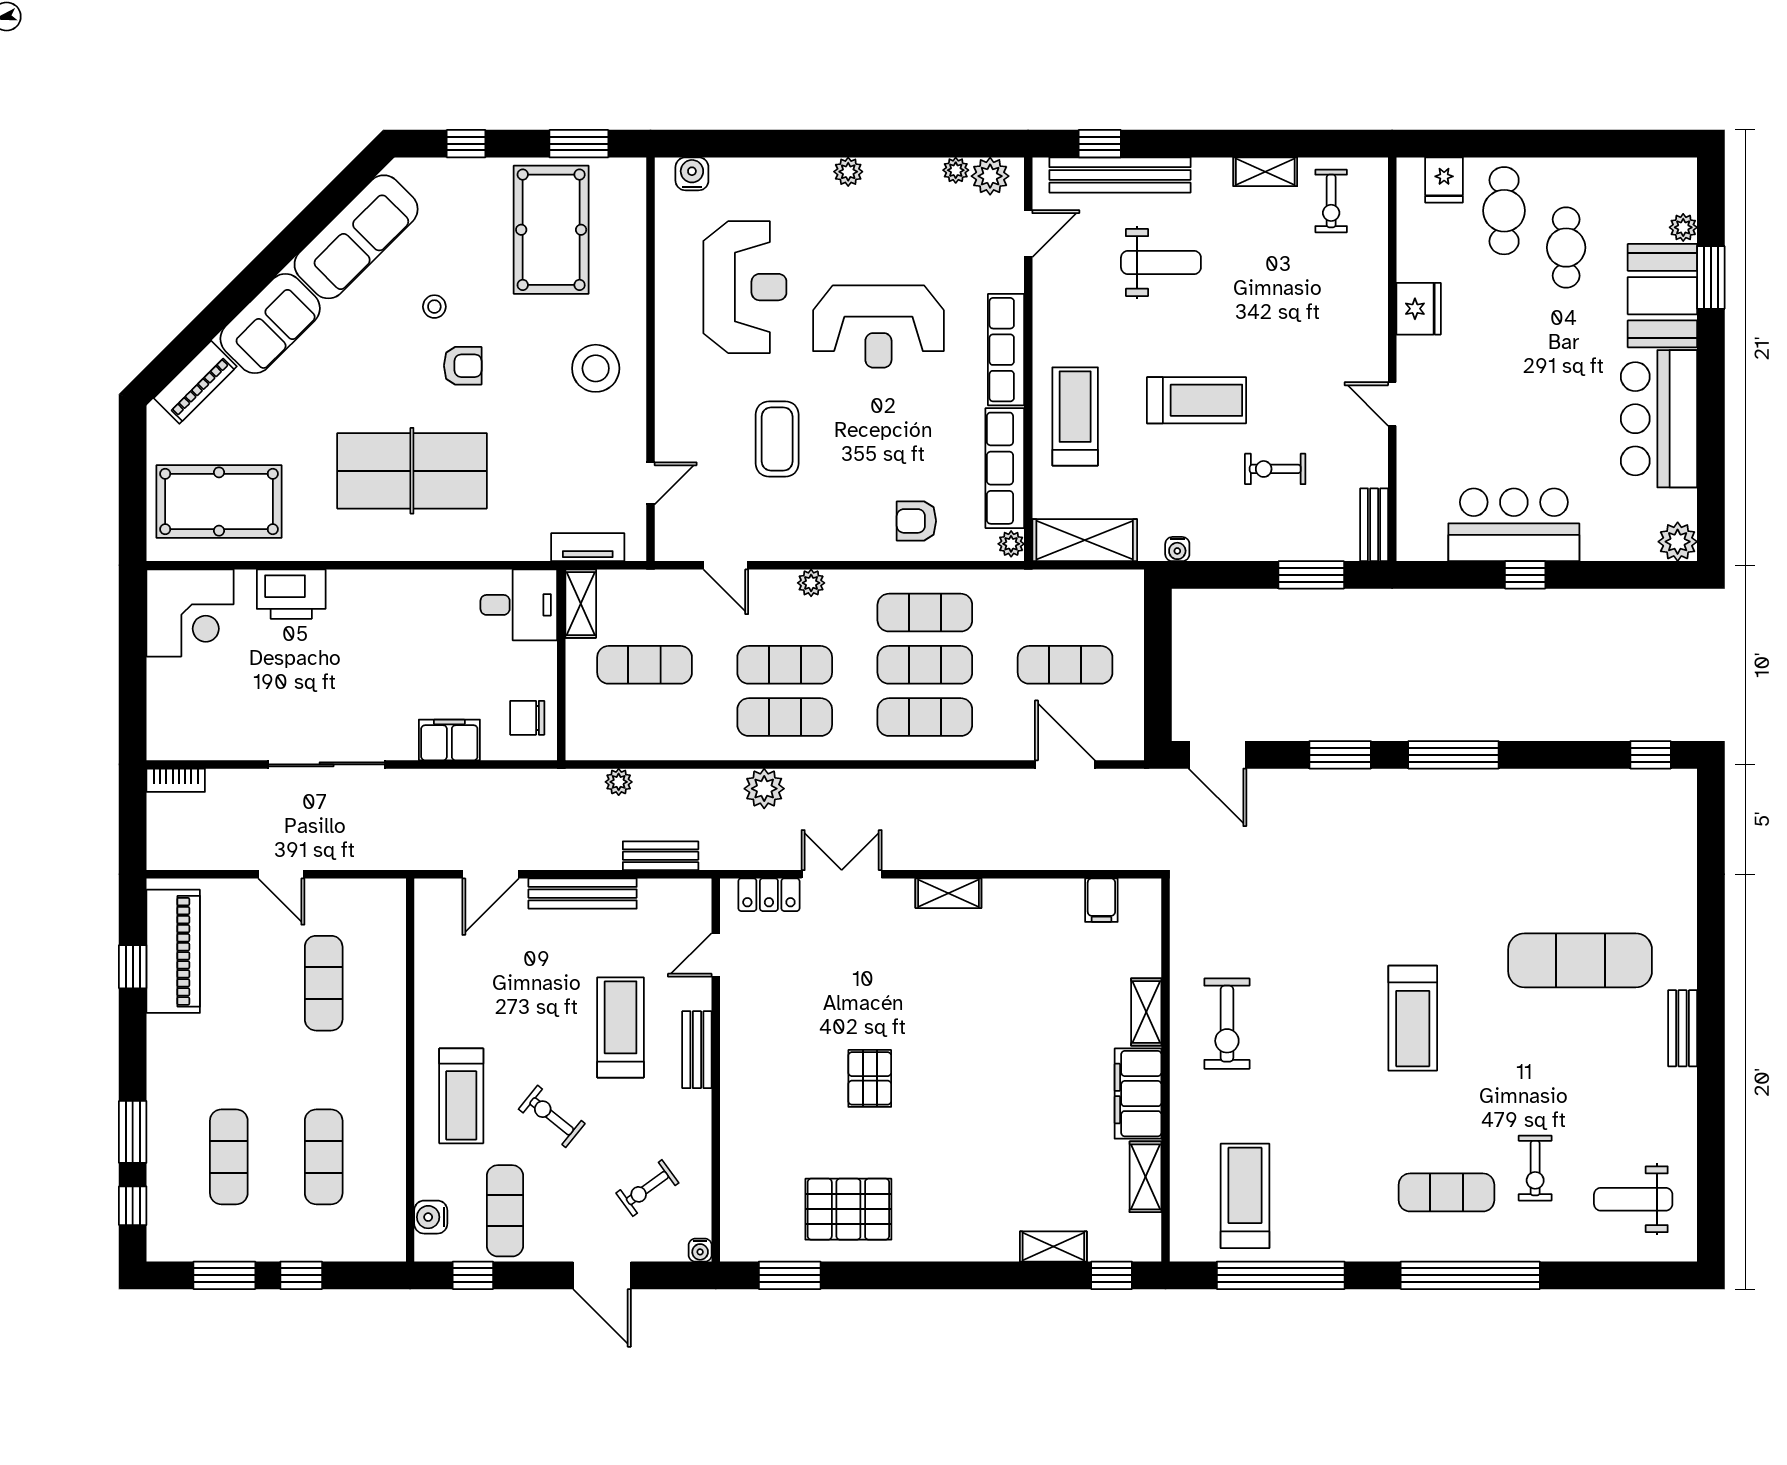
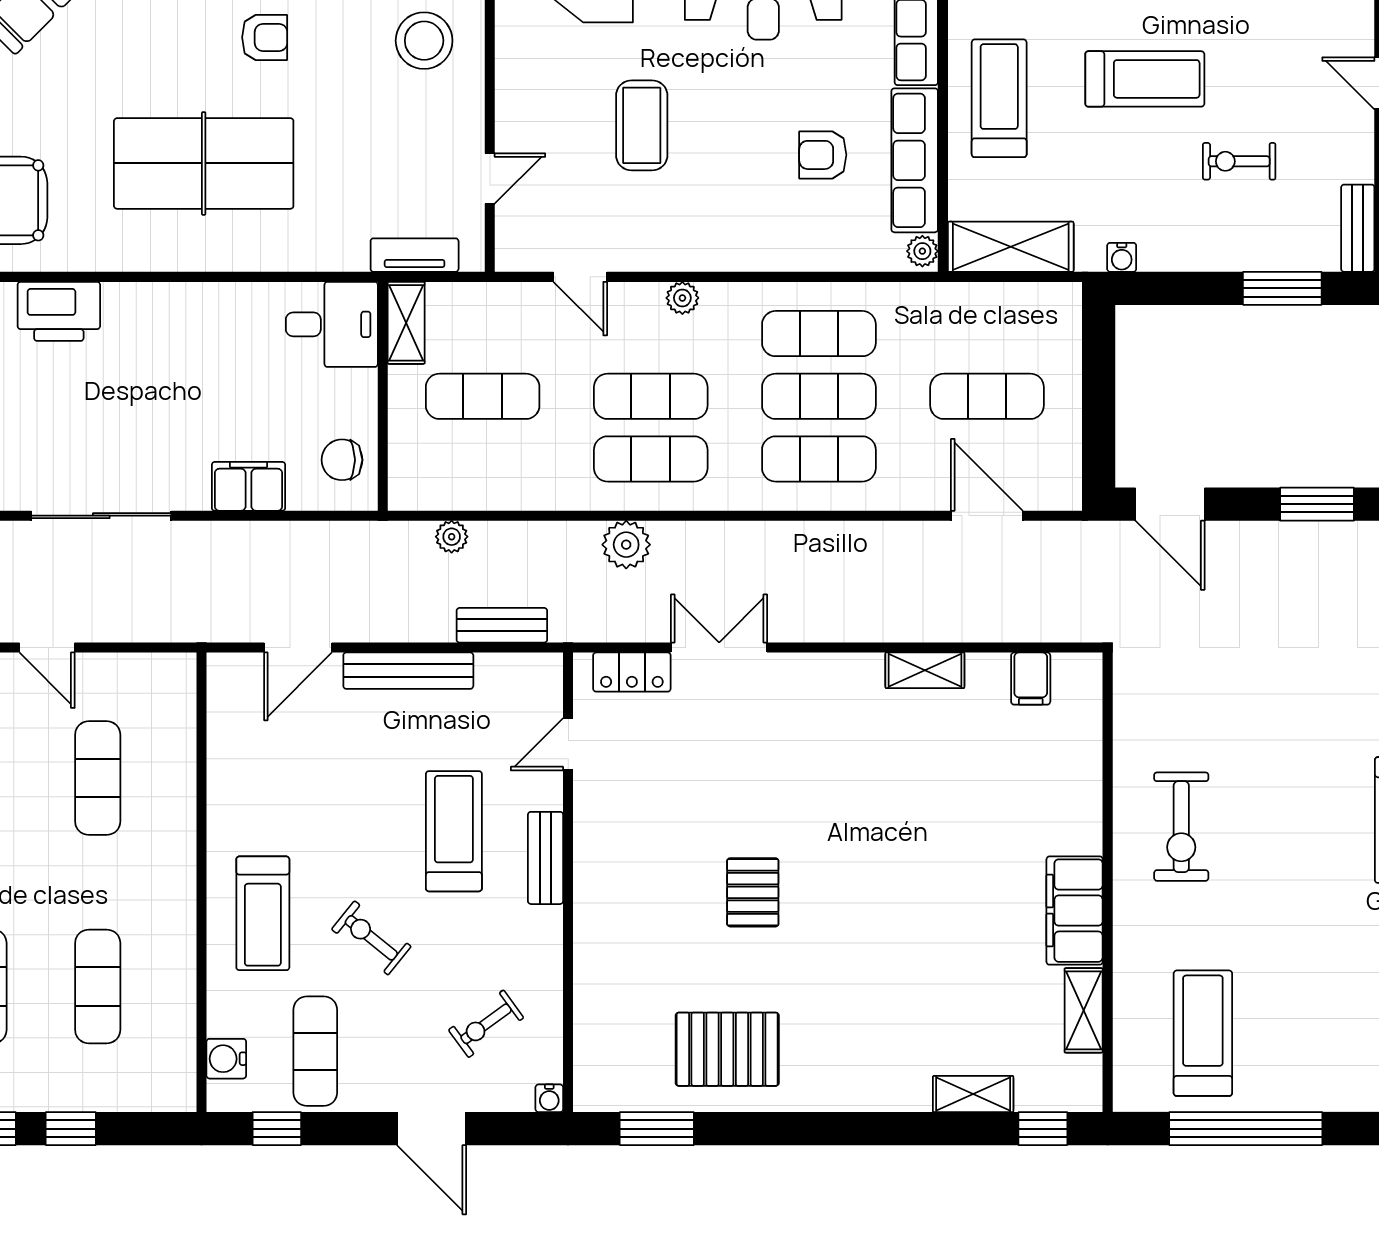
armchair: (916, 521) -> (823, 155), moved
shelving: (948, 893) -> (925, 670), moved
shelving: (1146, 1012) -> (1084, 813), removed

